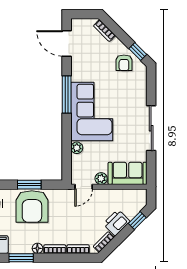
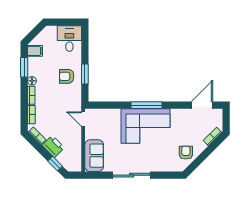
window: (138, 51) -> (195, 164), removed
armchair: (124, 63) -> (186, 153), turned 90
window: (67, 95) -> (146, 105), moved
plant: (77, 148) -> (115, 113), removed
plant: (101, 179) -> (90, 134), removed
armchair: (32, 207) -> (67, 76), width x0.53, depth x0.53

